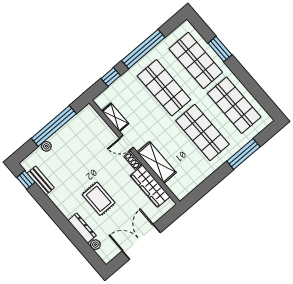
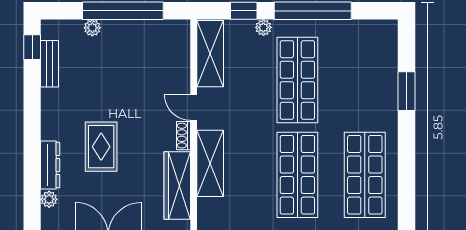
shop shelf: (196, 61) -> (365, 80), removed
plant: (127, 77) -> (263, 27), added
shelving: (115, 117) -> (210, 54), width x1.50, depth x1.33

